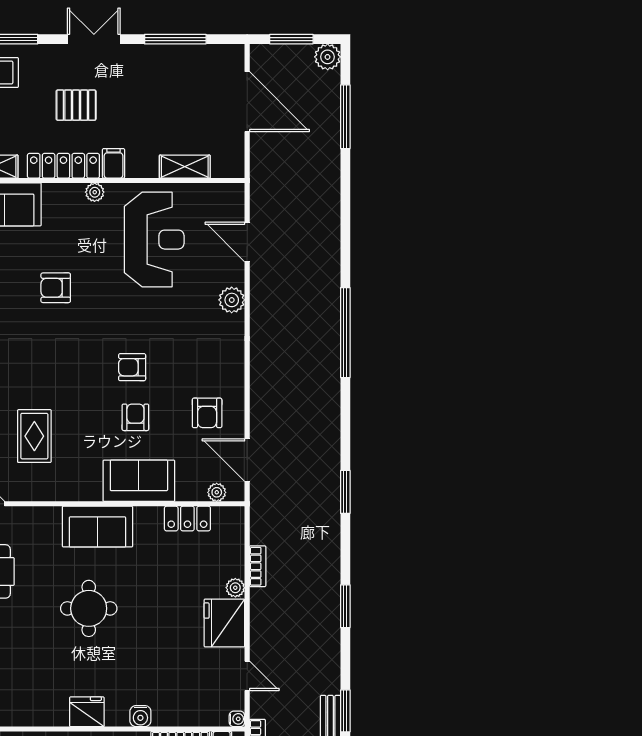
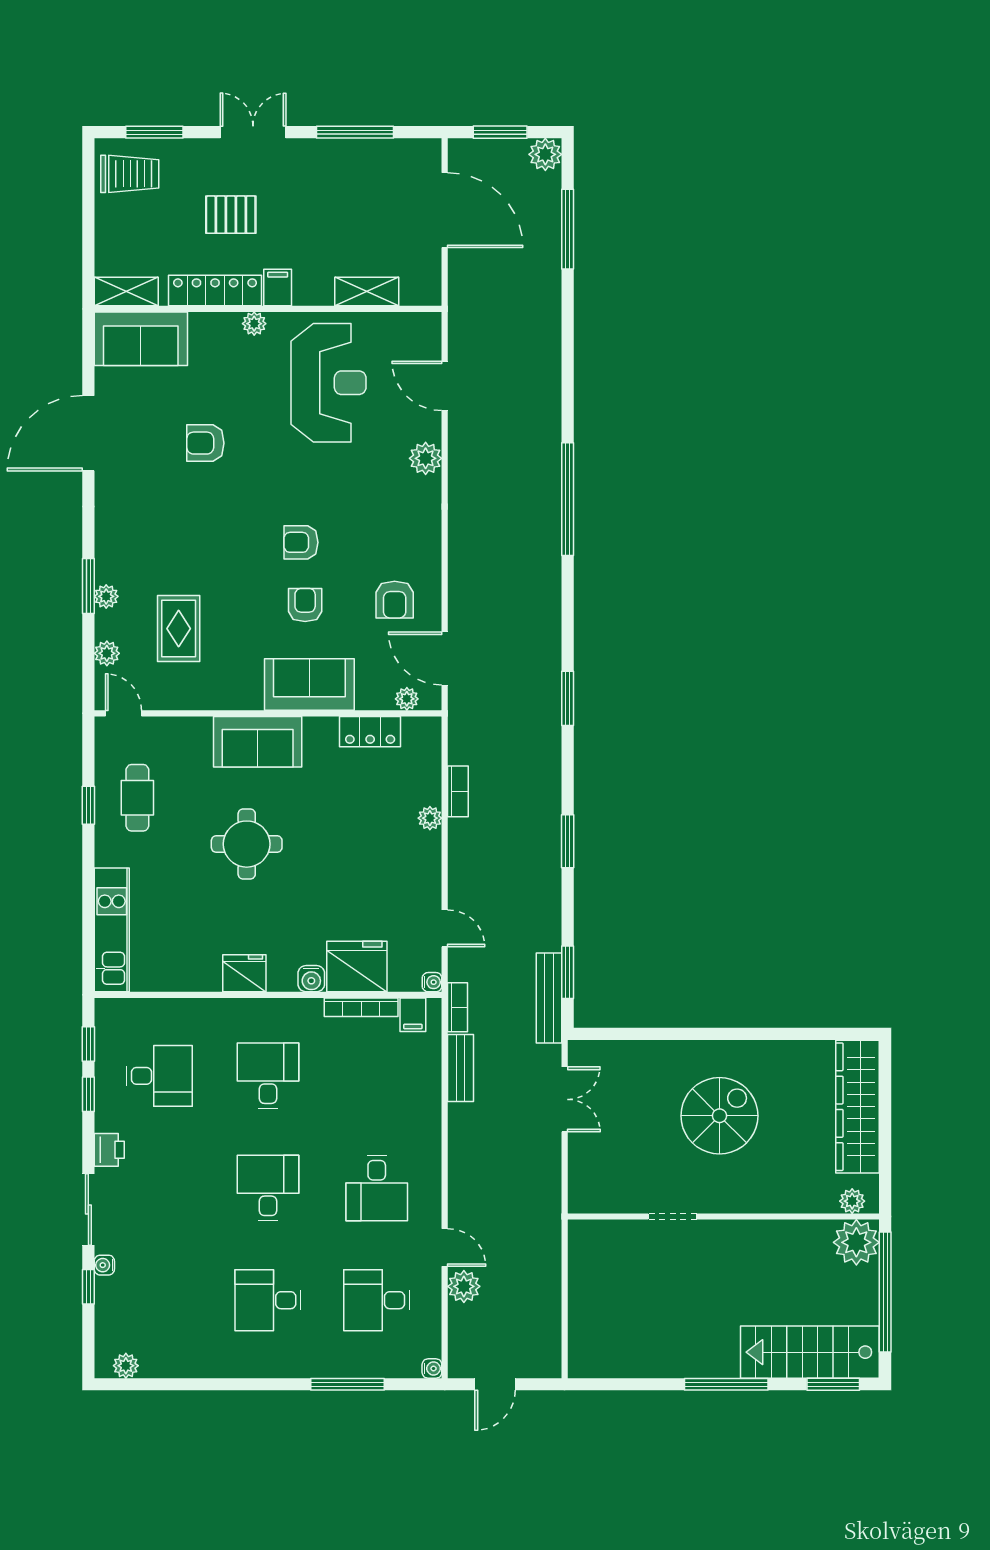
fridge: (224, 623) -> (357, 966), moved, turned 90

